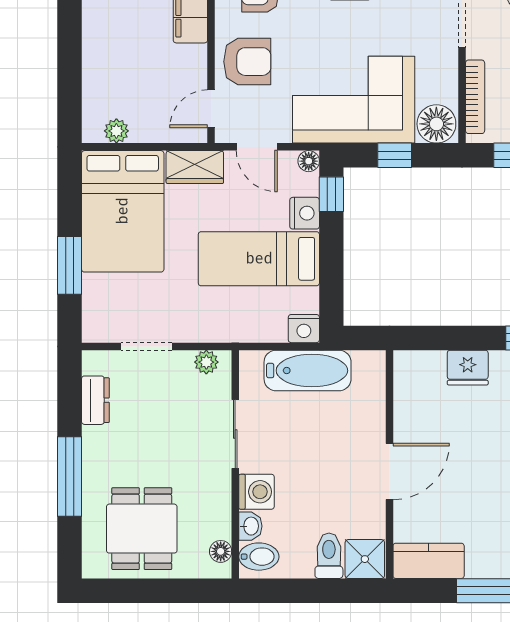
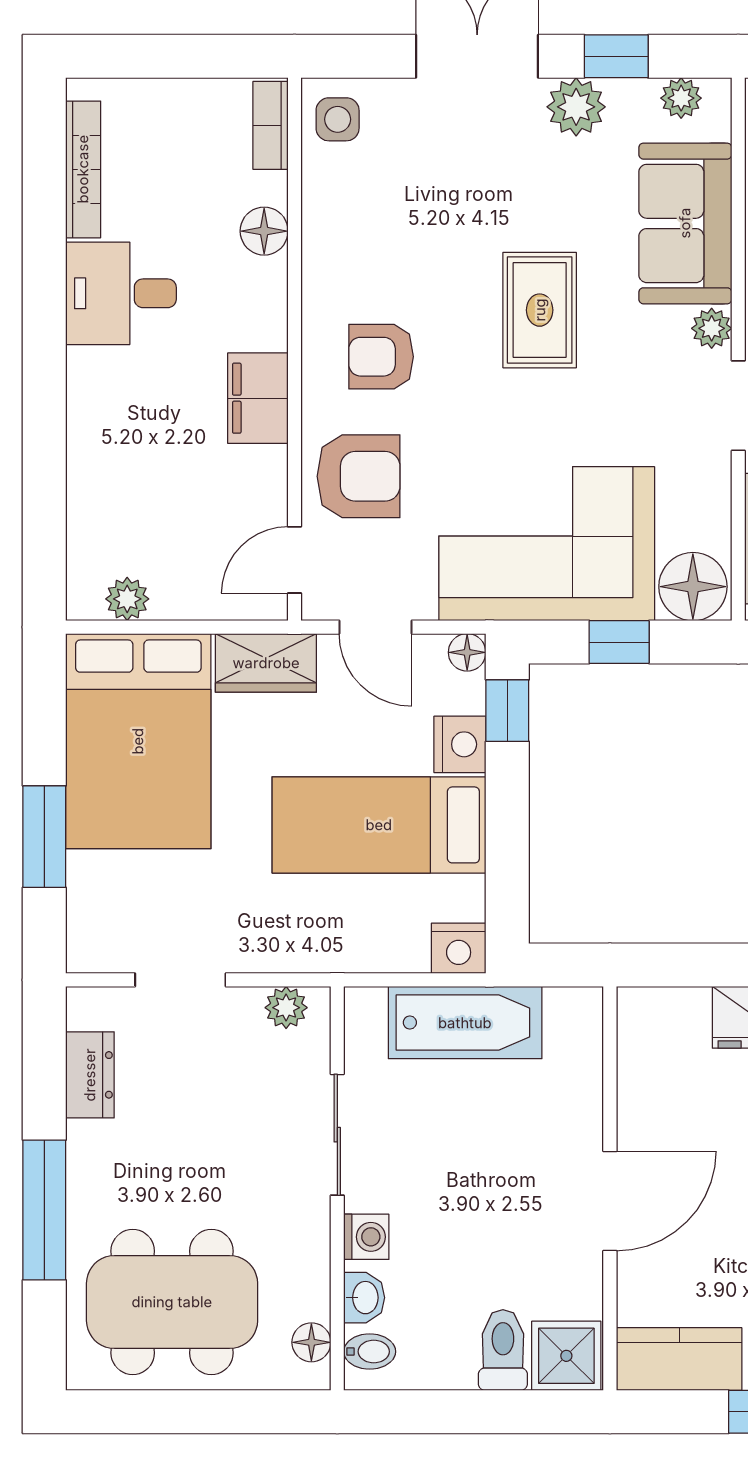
washing machine: (256, 492) -> (366, 1237), width x0.73, depth x0.73
dining table: (142, 529) -> (172, 1302), width x1.38
bidet: (259, 557) -> (370, 1352), width x0.72, depth x0.74

